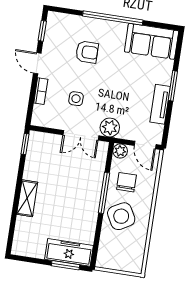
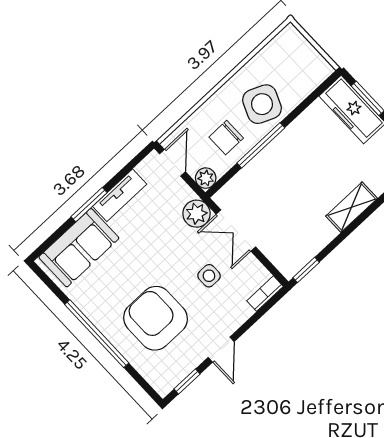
sofa: (152, 41) -> (79, 248), moved, turned 90
armchair: (87, 52) -> (156, 318), width x1.88, depth x1.88
bookcase: (41, 91) -> (265, 294), moved
double door: (81, 135) -> (236, 230), swing flipped
side table: (121, 216) -> (262, 104), turned -38

